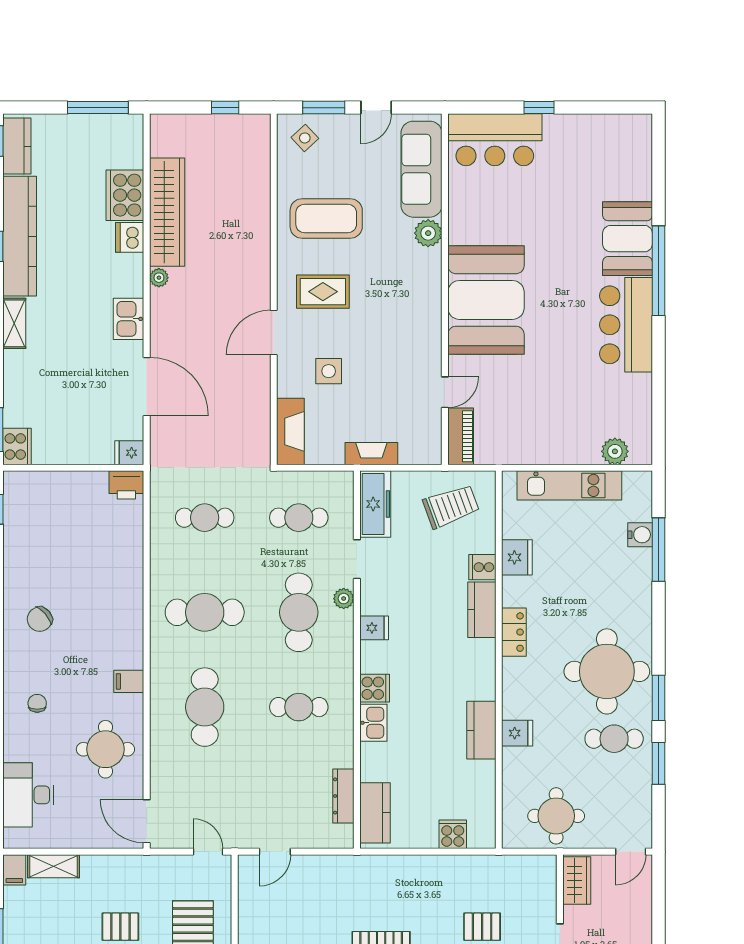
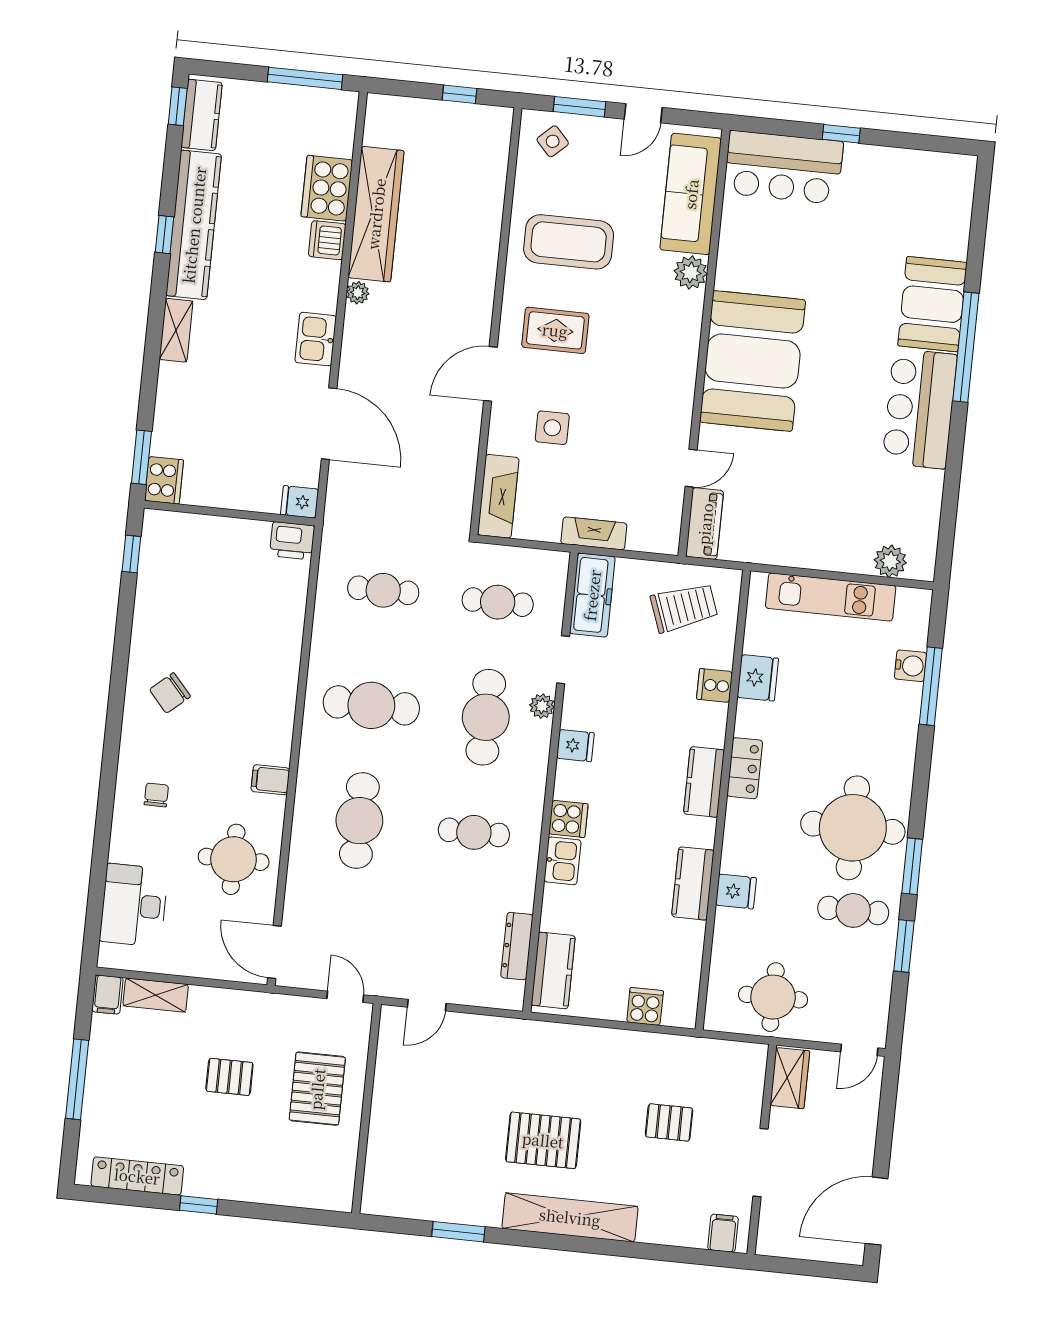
kitchen counter: (482, 610) -> (704, 782), moved

